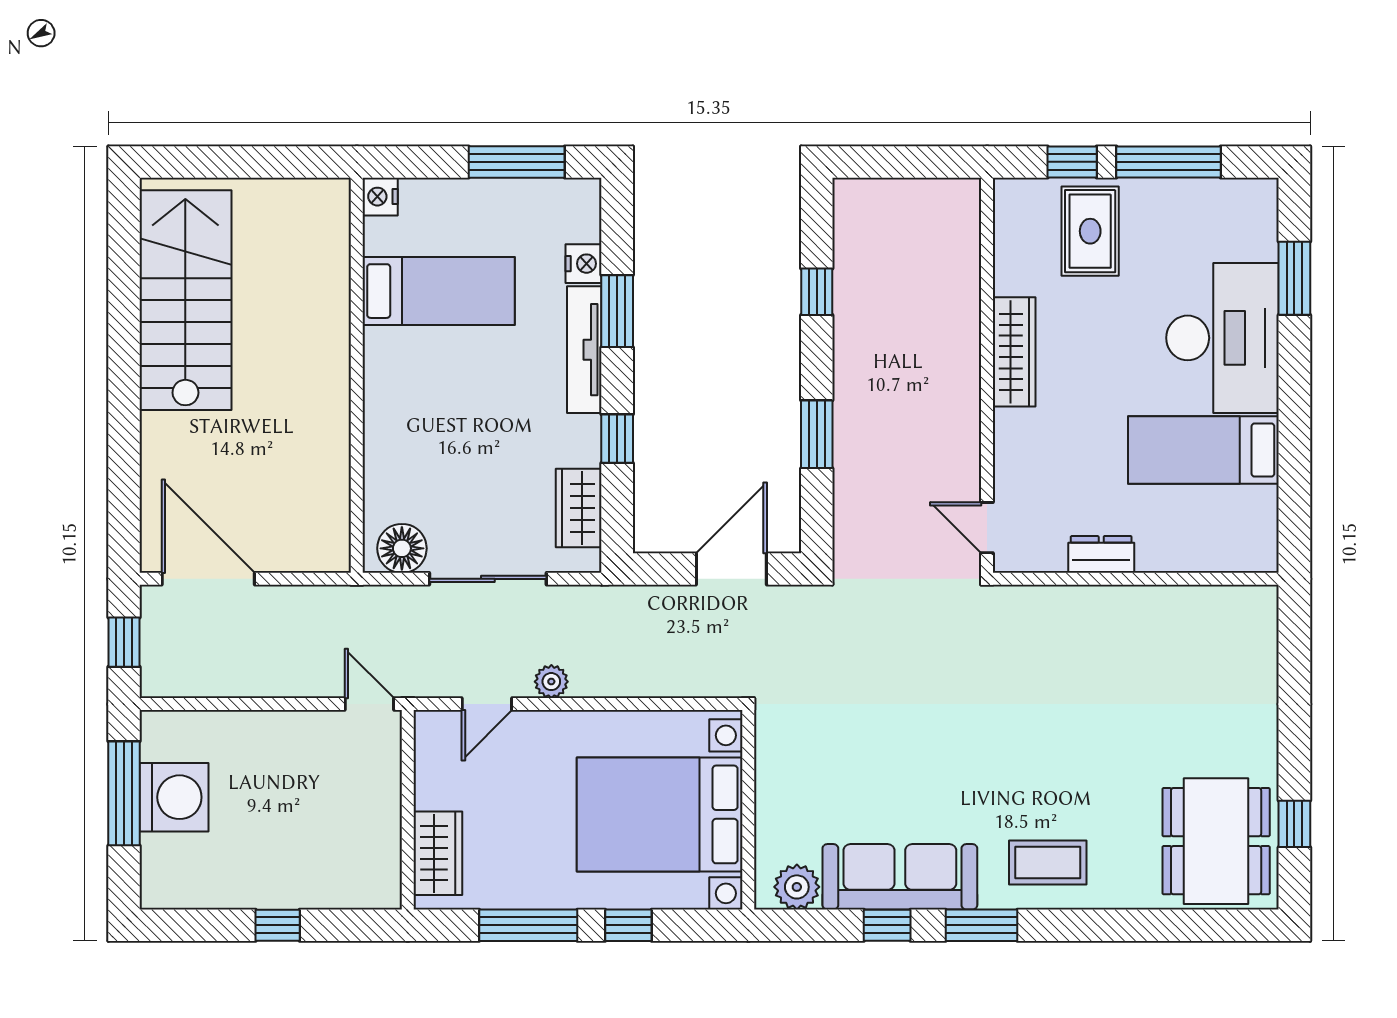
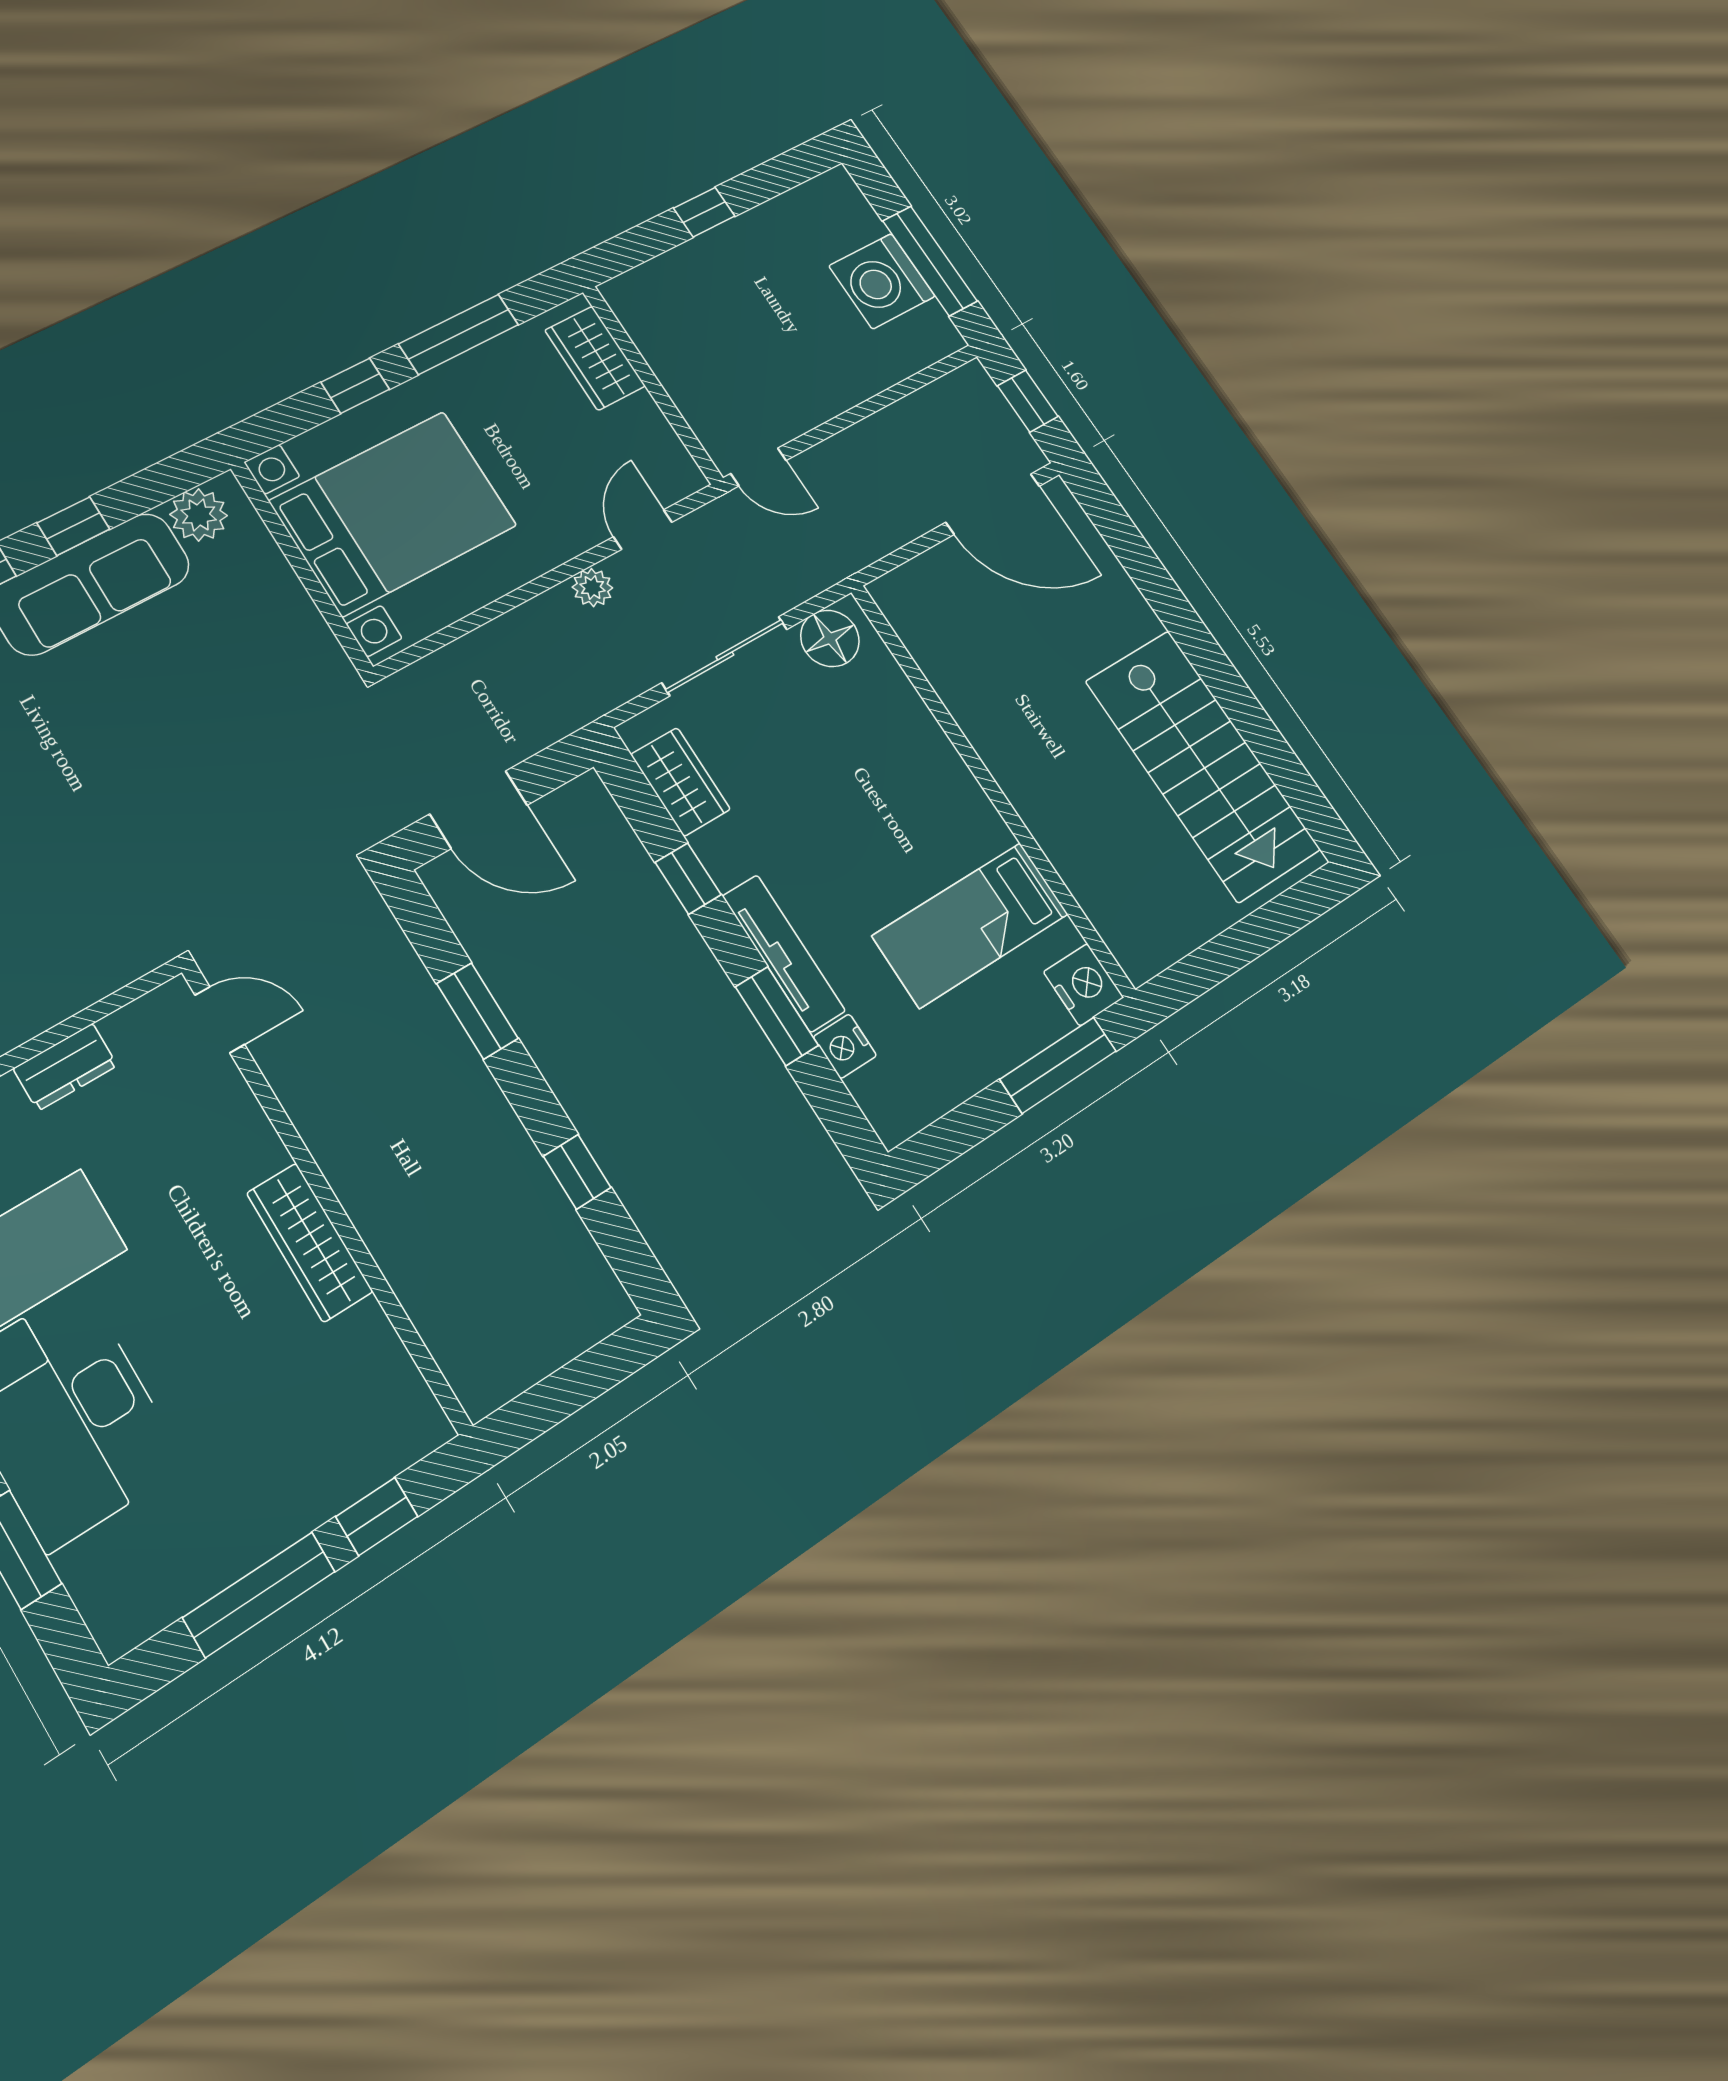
window: (517, 162) -> (1058, 1065), moved
nightstand: (380, 197) -> (1084, 985), width x1.36, depth x1.33
rug: (1090, 231) -> (305, 1445), removed
door: (731, 569) -> (479, 810), hinge flipped

